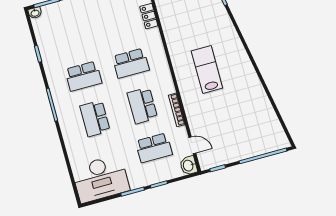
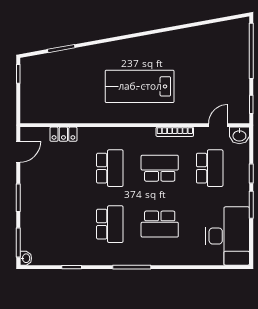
lab bench: (207, 70) -> (140, 86), width x1.36, depth x1.39
school desk: (142, 106) -> (160, 168), turned 180

